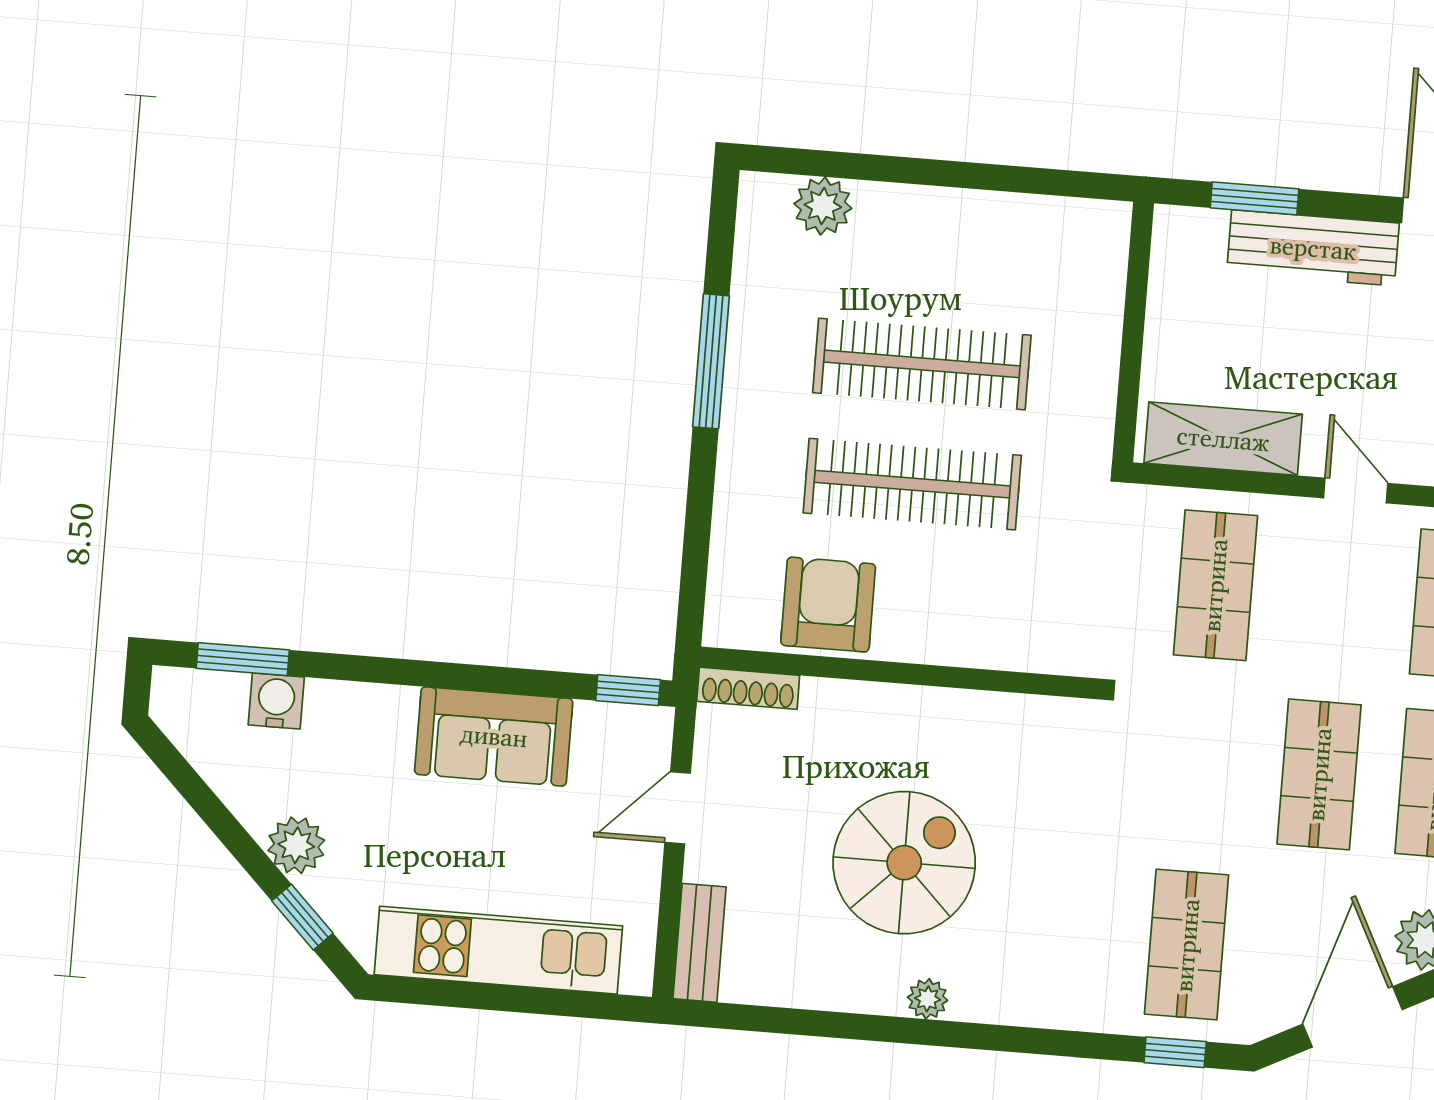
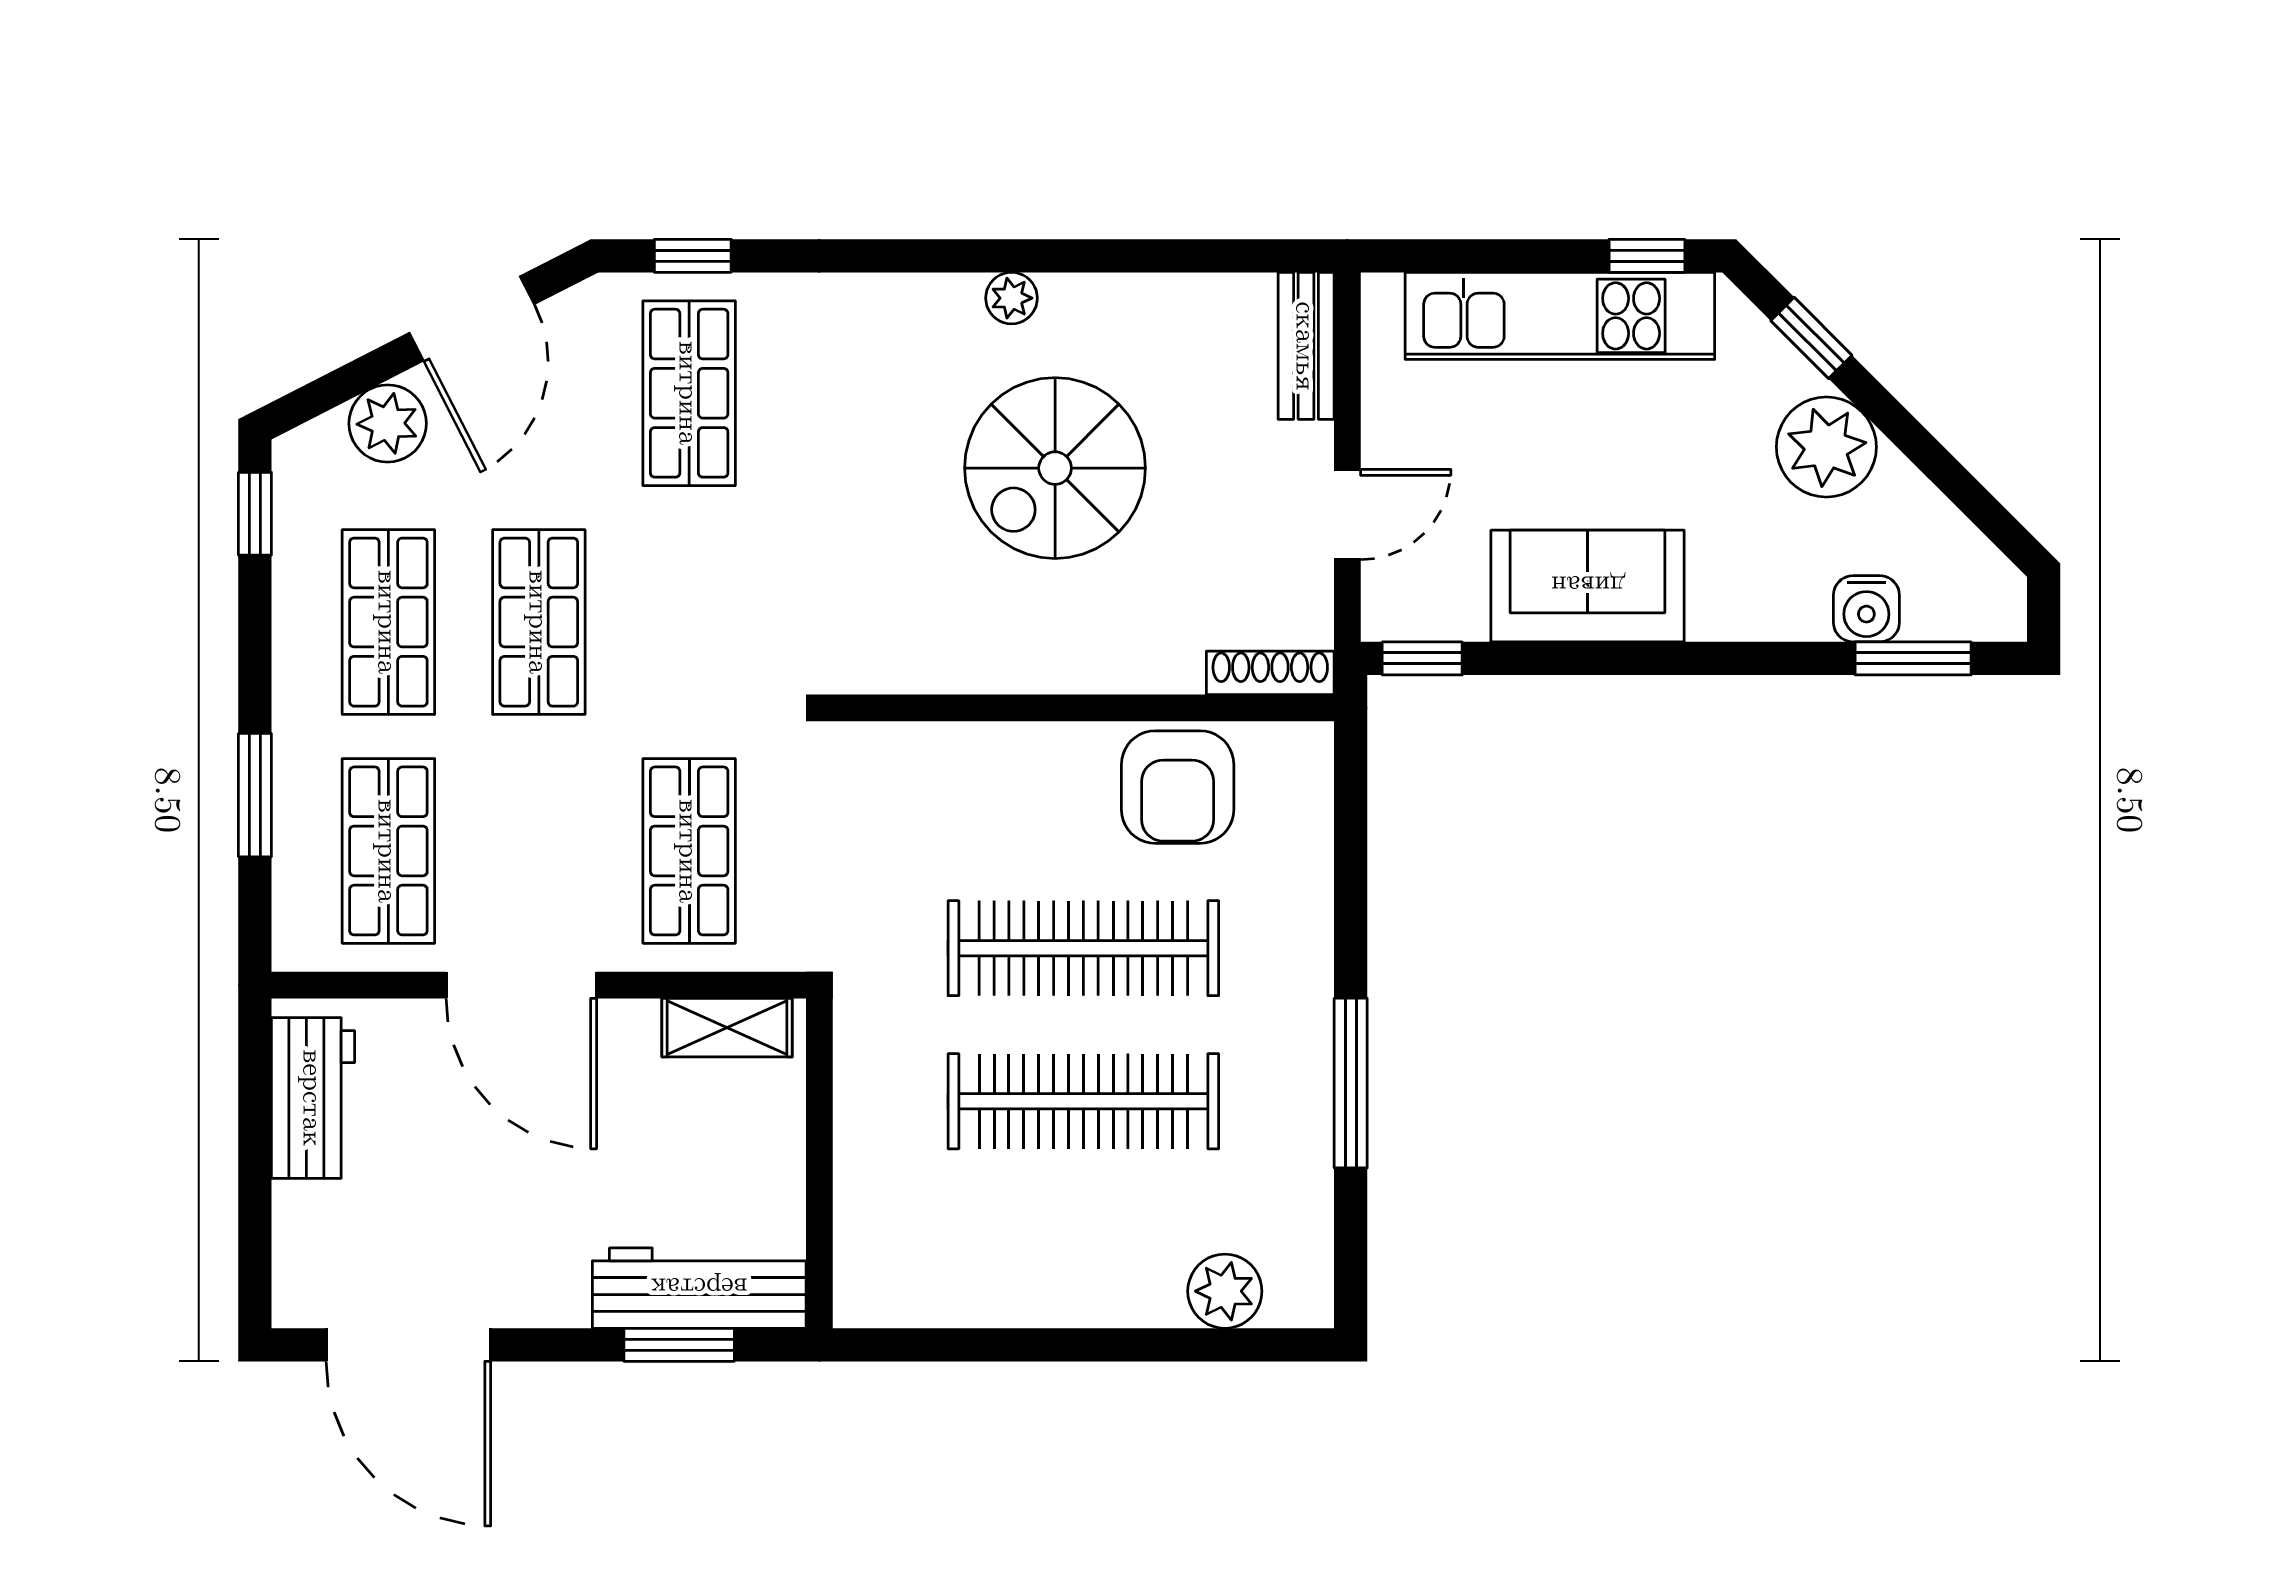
workbench: (1313, 248) -> (699, 1288), moved
shelving: (1223, 439) -> (727, 1028), width x0.67, depth x0.75
door: (1356, 491) -> (521, 985), width x1.87
plant: (296, 845) -> (1826, 447), width x1.36, depth x1.36
window: (426, 992) -> (1647, 256), added

